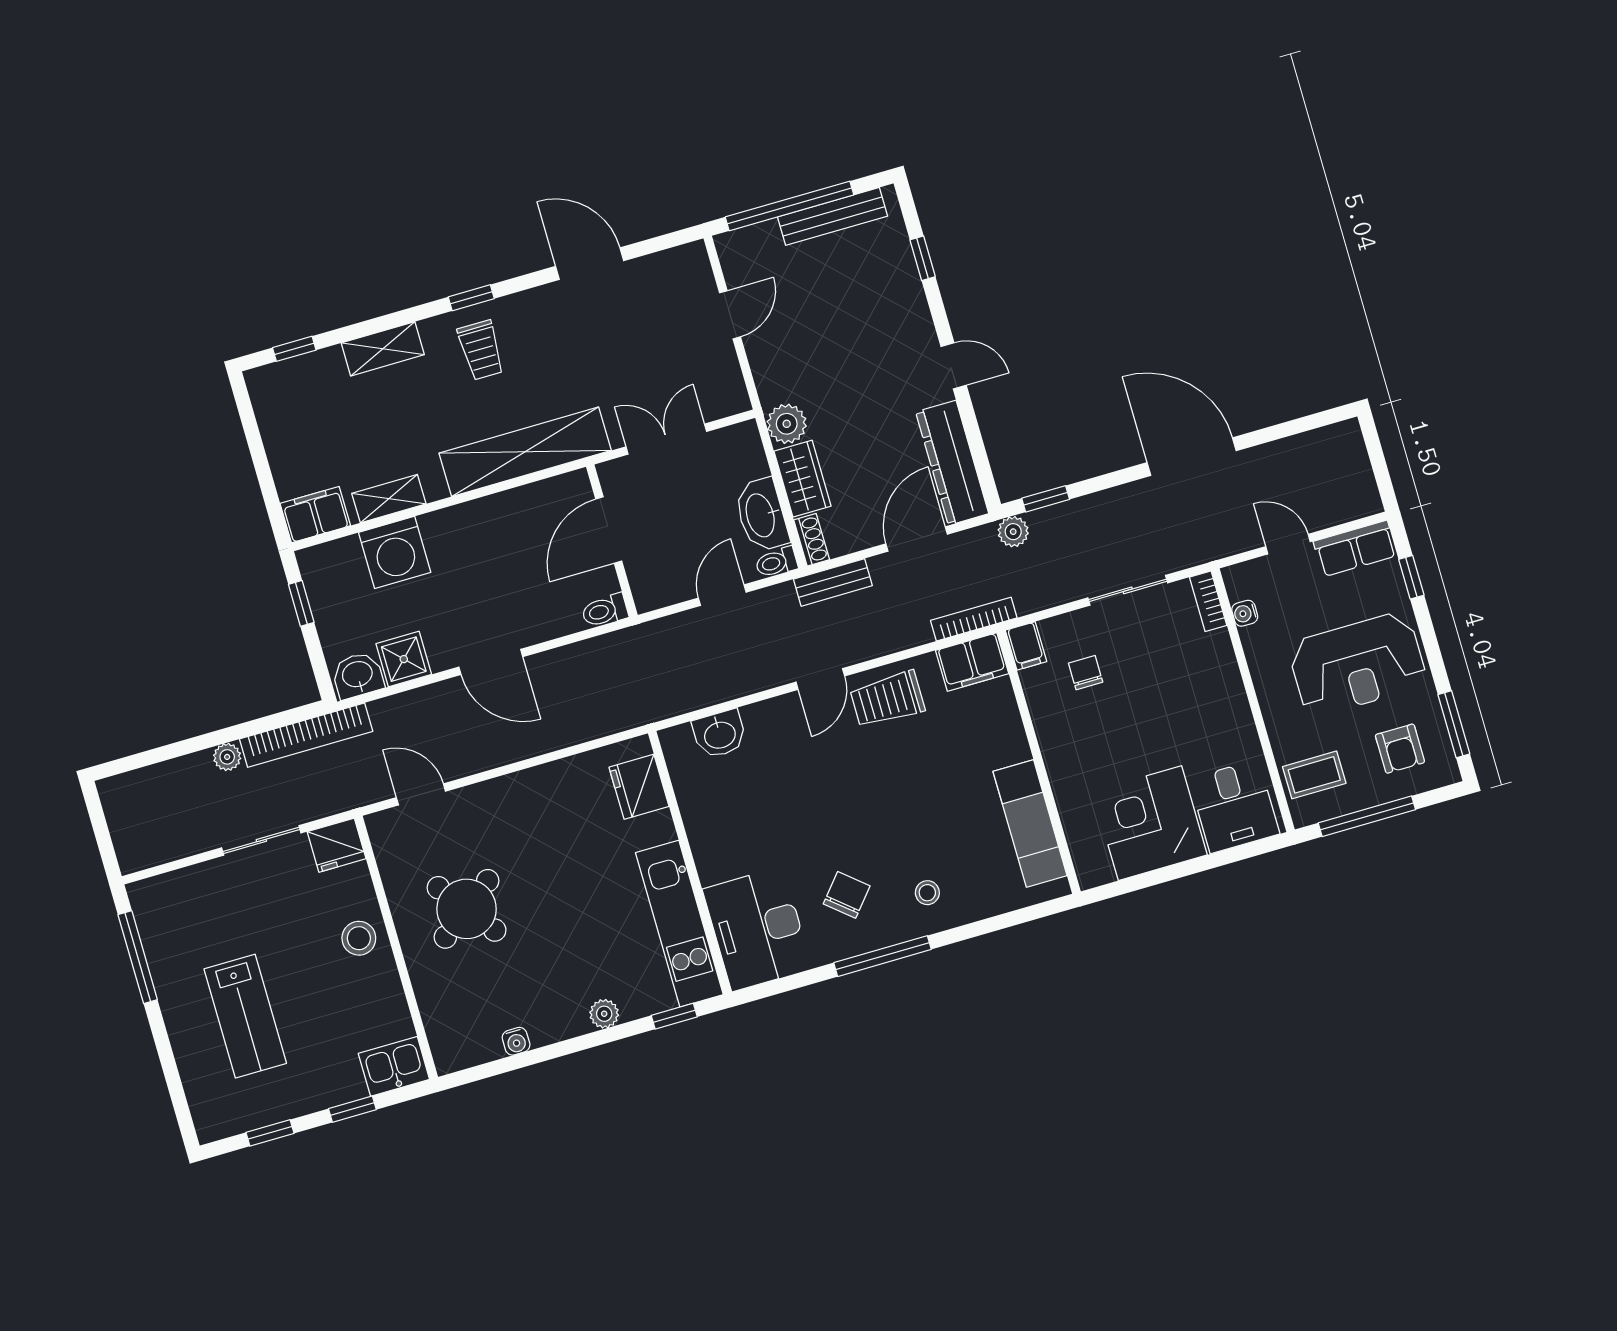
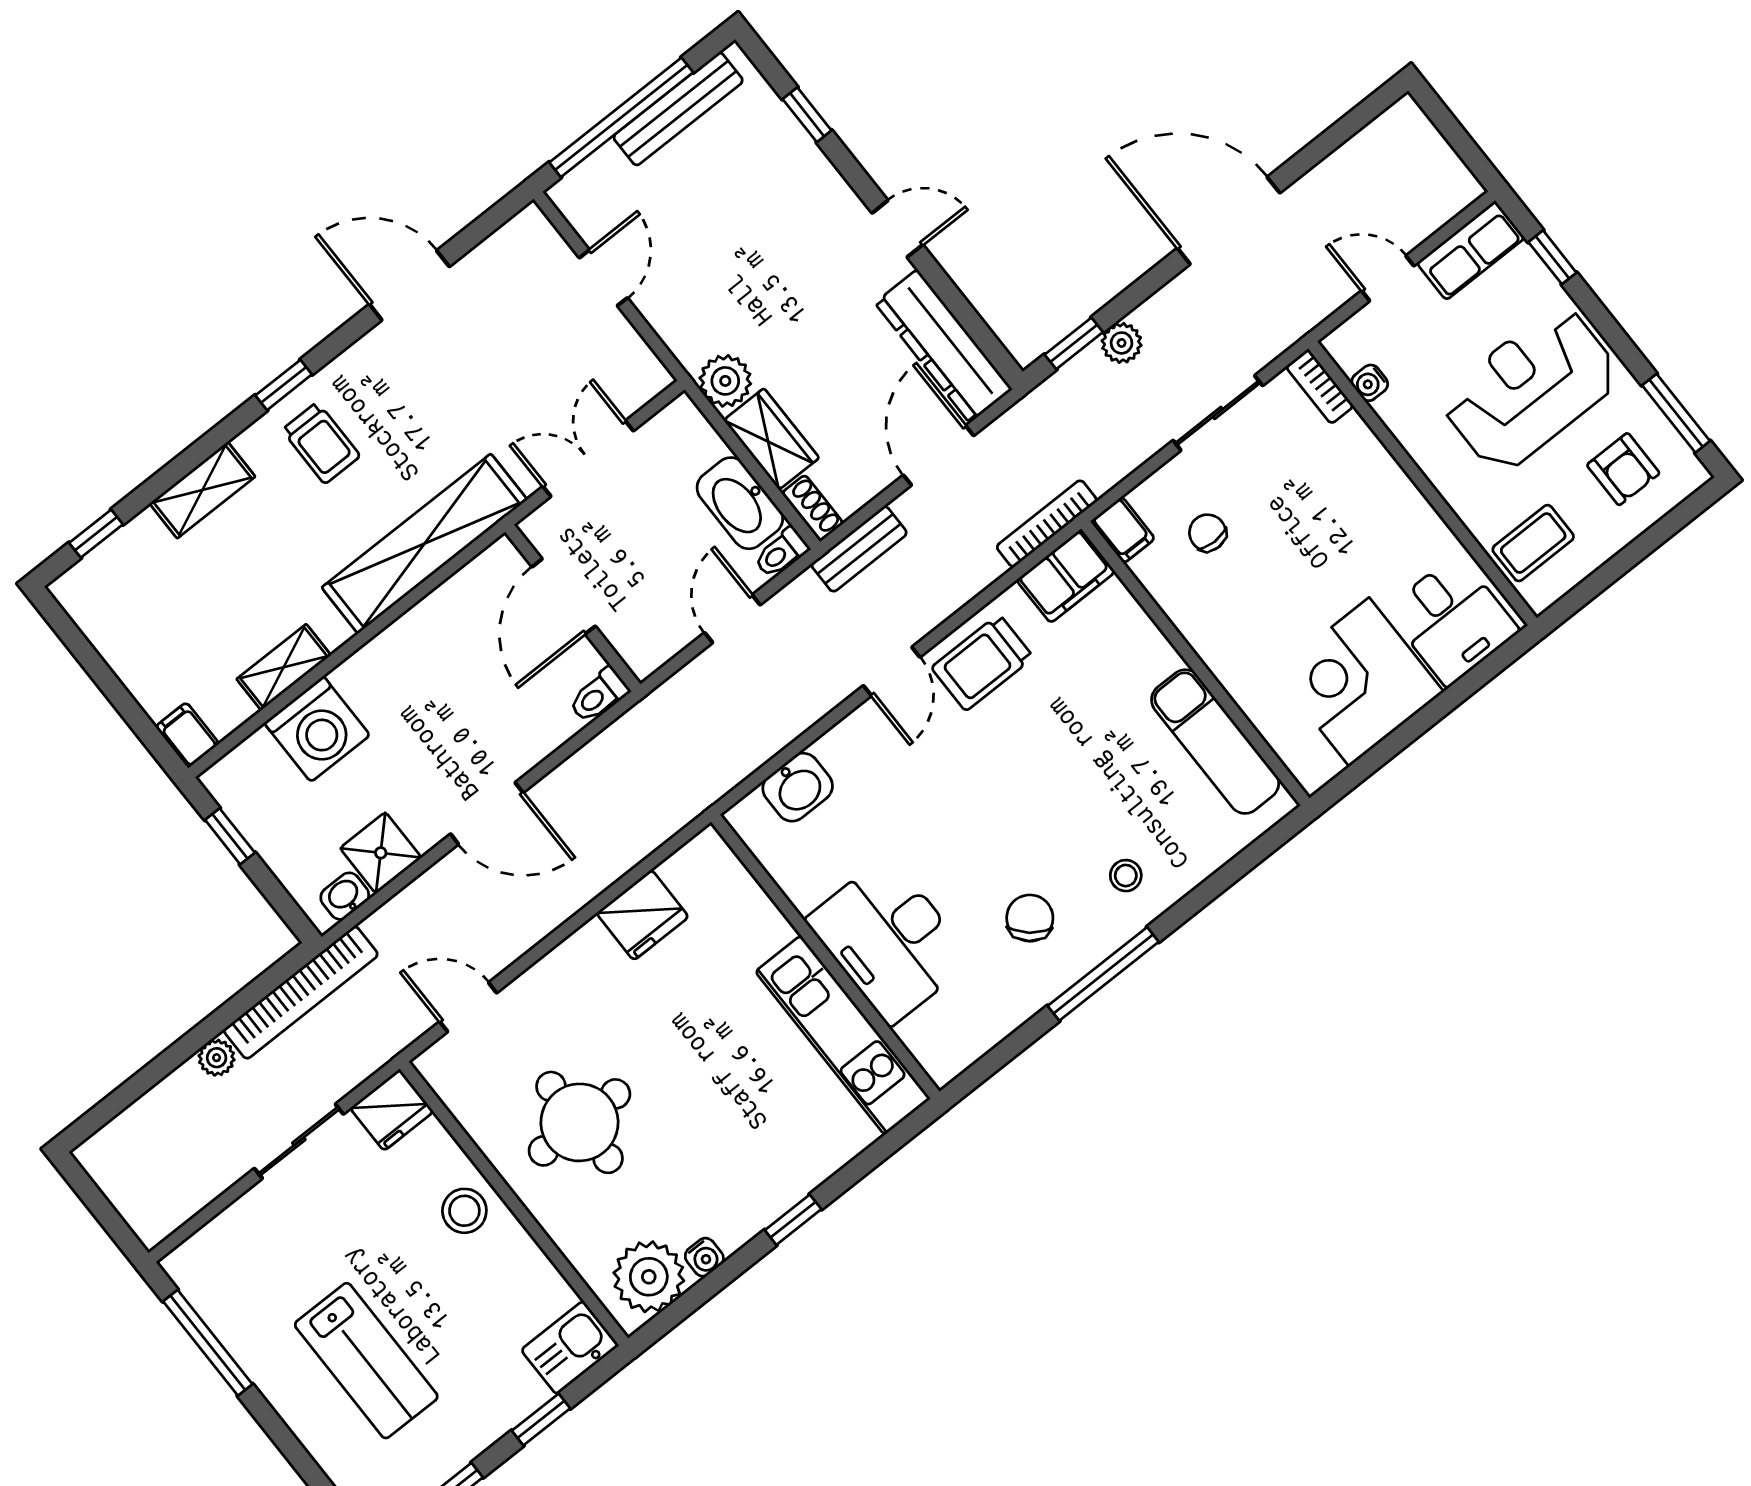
filing cabinet: (315, 515) -> (187, 735), width x0.50
plant: (1013, 532) -> (1122, 343), moved
reception desk: (1357, 664) -> (1531, 389), turned 180
washbasin: (358, 675) -> (345, 896), width x0.72, depth x0.69
fridge: (639, 787) -> (642, 915), moved, turned -90
window: (1367, 816) -> (1617, 567), removed
round table: (467, 909) -> (579, 1122), turned 37
desk: (757, 929) -> (889, 940), moved
plant: (604, 1014) -> (649, 1277), moved, width x1.87, depth x1.87
window: (674, 1016) -> (793, 1220), moved

